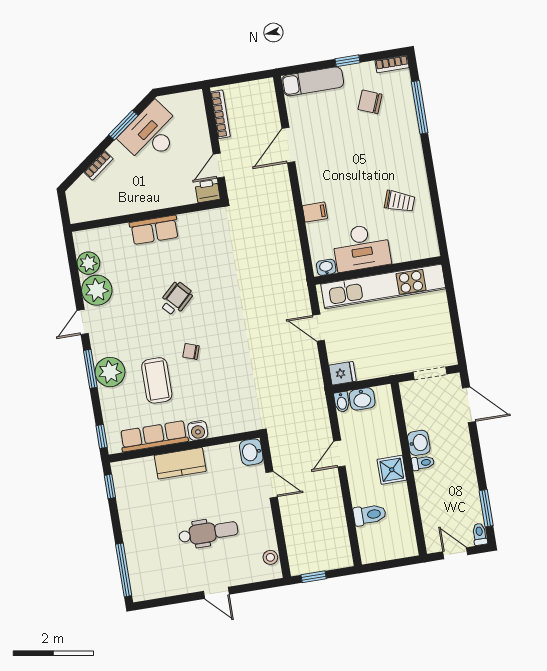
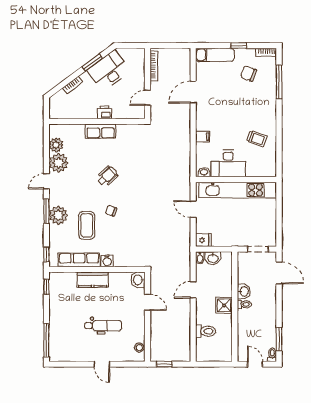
printer: (207, 191) -> (105, 112), moved

